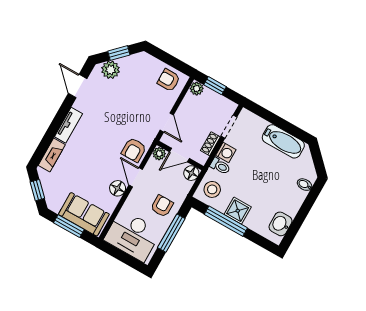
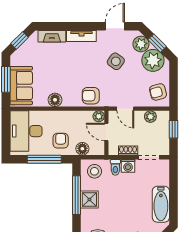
plant: (134, 67) -> (153, 60), added
armchair: (169, 80) -> (158, 92), turned -105
plant: (197, 89) -> (150, 117), moved
side table: (114, 105) -> (116, 61), added
door: (167, 123) -> (125, 109), hinge flipped
floor lamp: (191, 173) -> (82, 149), moved
door: (136, 177) -> (71, 109), removed
armchair: (162, 206) -> (61, 141), turned -90

